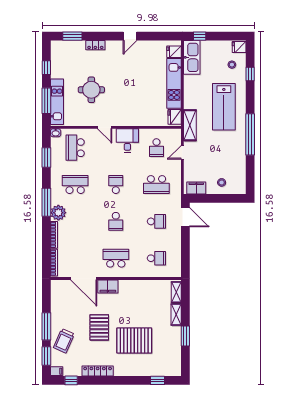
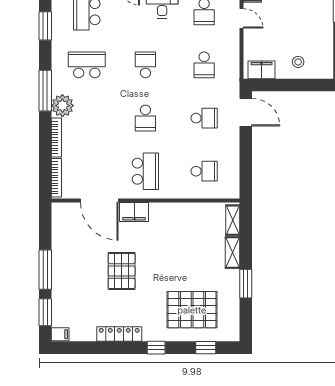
door: (182, 152) -> (241, 18), swing flipped
school desk: (156, 185) -> (204, 65), width x0.54
school desk: (116, 258) -> (145, 171), turned 90
trolley: (64, 341) -> (71, 290), removed
pallet: (134, 341) -> (192, 310), moved
window: (71, 380) -> (156, 348), moved

